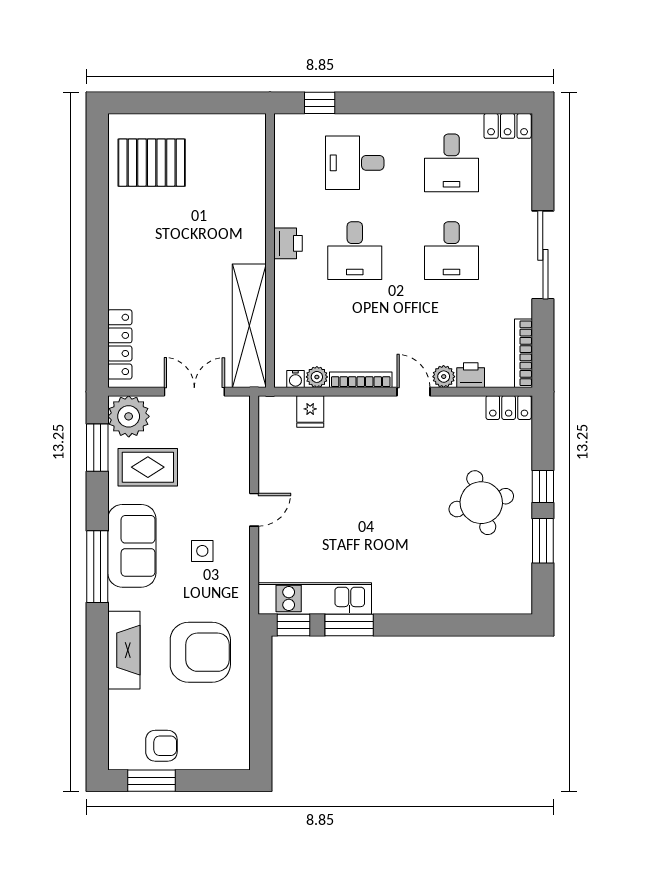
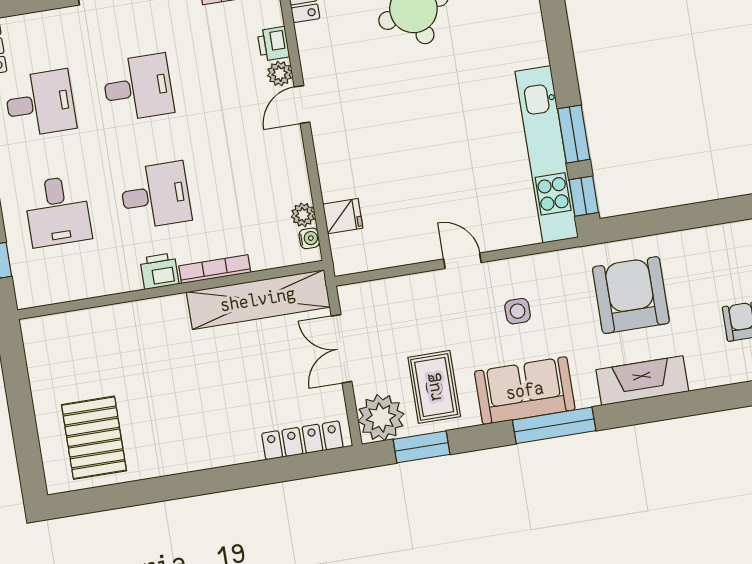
bookcase: (361, 380) -> (215, 269), moved, turned 90
kitchen unit: (315, 598) -> (547, 154), width x1.36

